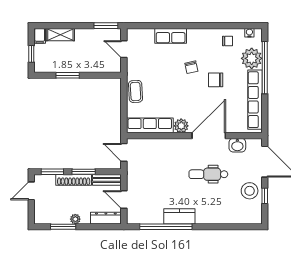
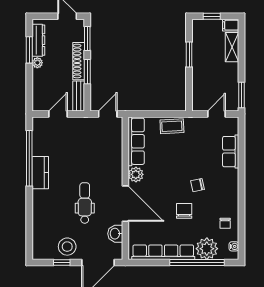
row of seats: (171, 36) -> (231, 152), moved
dresser: (106, 218) -> (38, 40), moved

